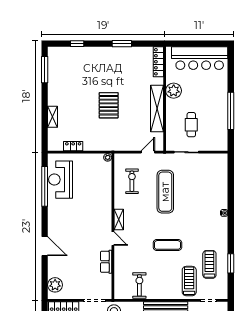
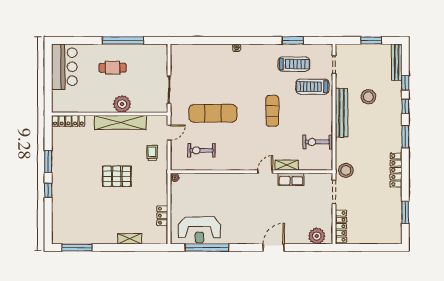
window: (77, 44) -> (48, 190), moved
bar counter: (200, 58) -> (64, 67), width x0.73
plant: (174, 91) -> (122, 104), moved
cafe table: (191, 125) -> (113, 68), moved
trolley: (130, 137) -> (152, 153), added
door: (148, 152) -> (169, 133), swing flipped
shelving: (119, 220) -> (287, 165), moved
treadmill: (209, 264) -> (294, 64), turned 180

